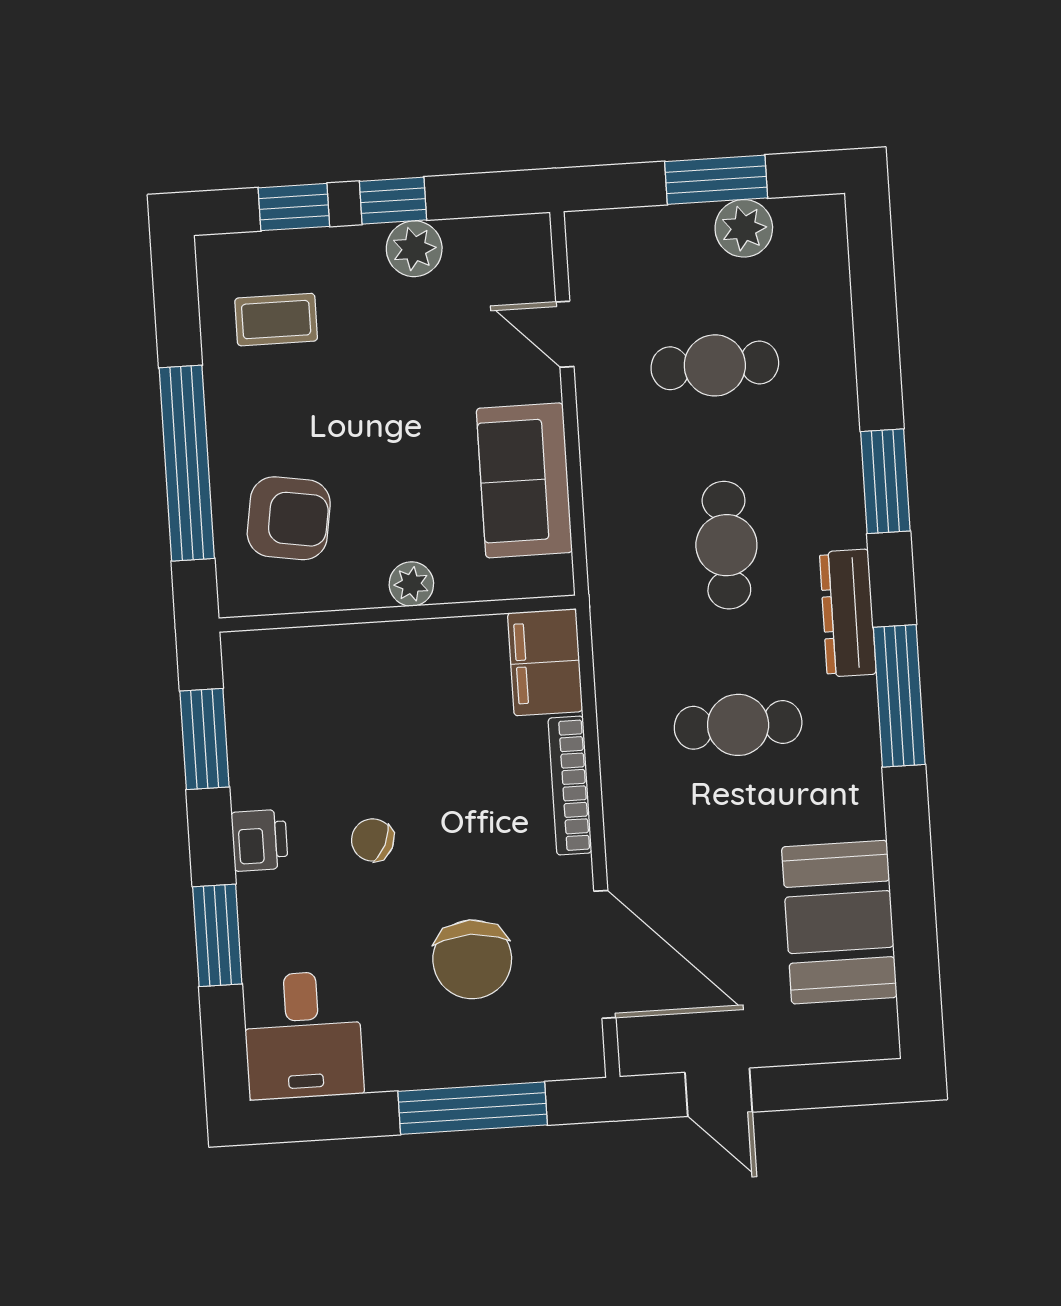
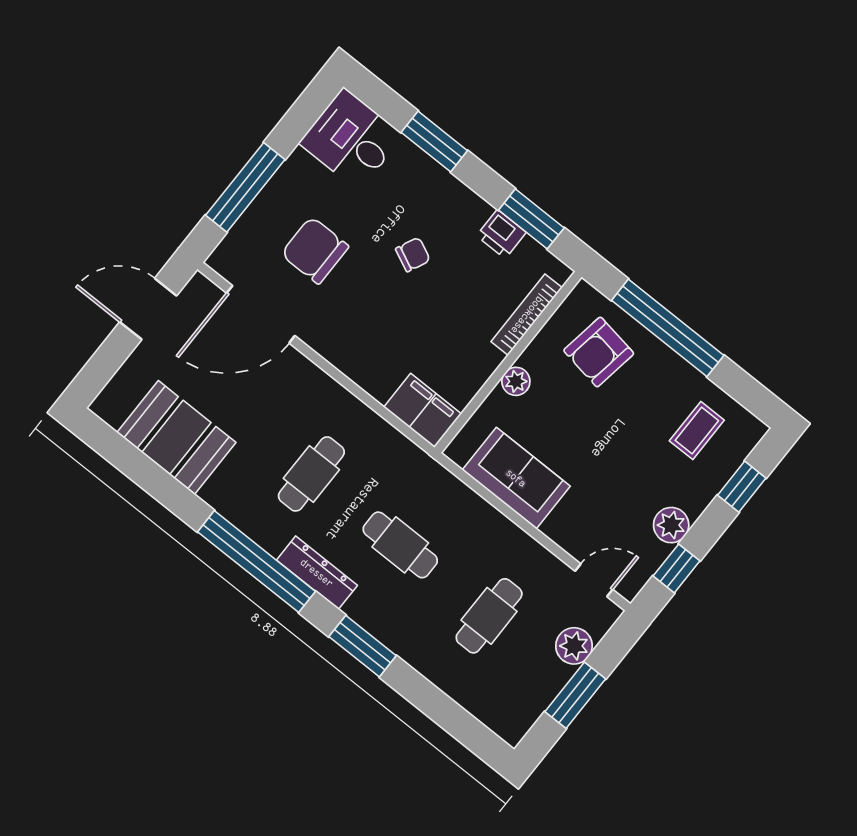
window: (393, 201) -> (676, 568), moved
plant: (744, 228) -> (574, 646), moved
door: (565, 334) -> (594, 580), moved
window: (899, 696) -> (256, 562), width x1.46
bookcase: (570, 785) -> (527, 315), moved, turned -90
printer: (260, 840) -> (501, 234), moved
door: (719, 1092) -> (148, 309), width x1.37

